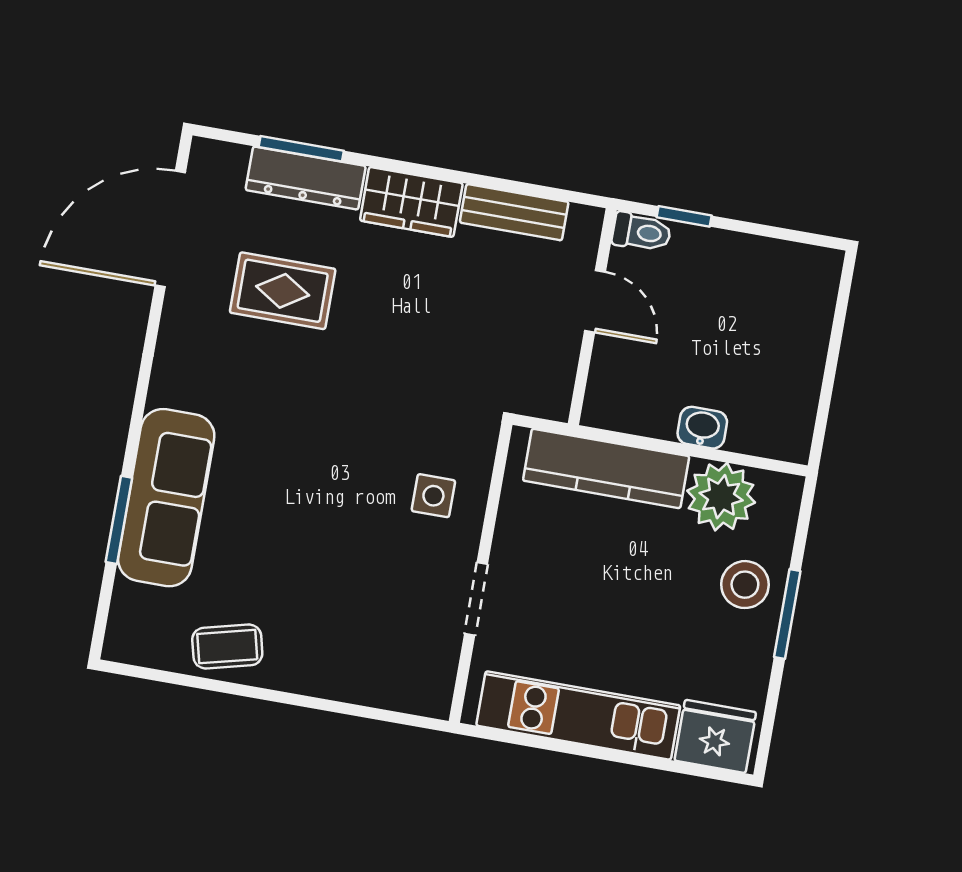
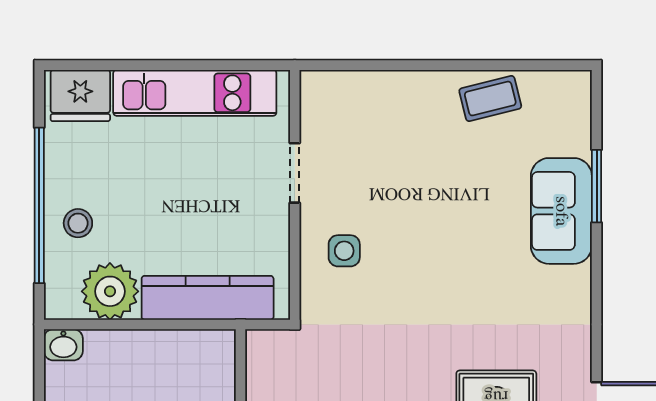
washbasin: (702, 428) -> (63, 345), moved
sofa: (166, 498) -> (561, 211), width x0.73
stool: (745, 585) -> (78, 223), width x0.73, depth x0.73
window: (787, 614) -> (39, 205), width x2.11

